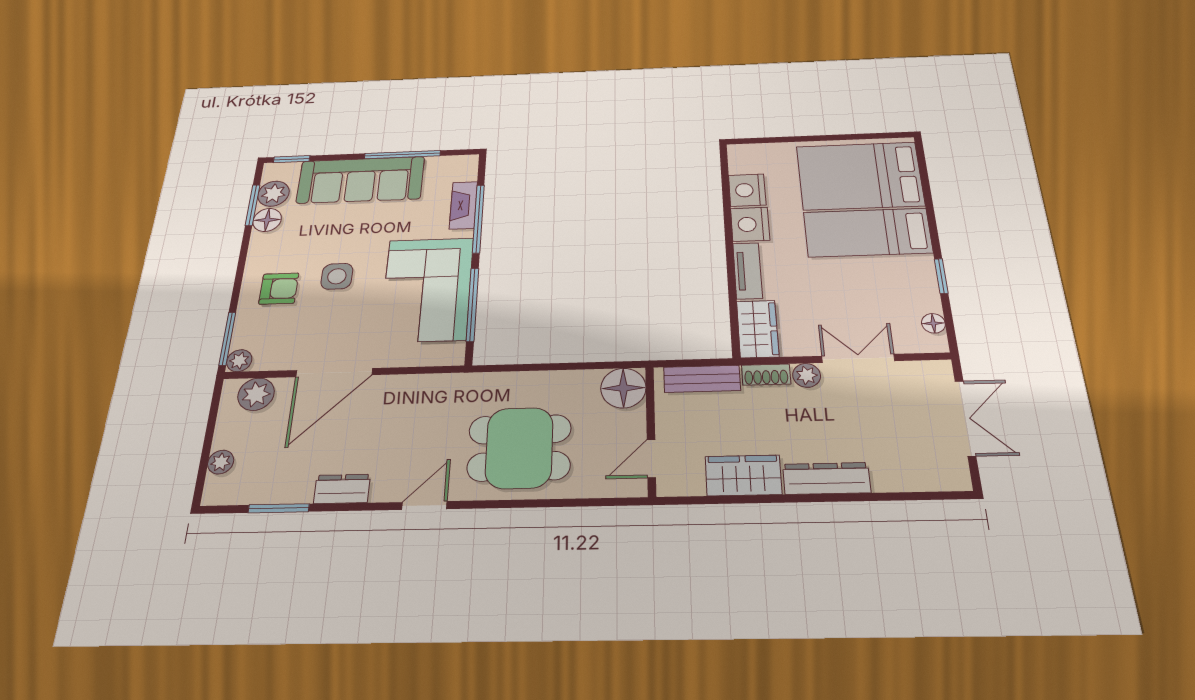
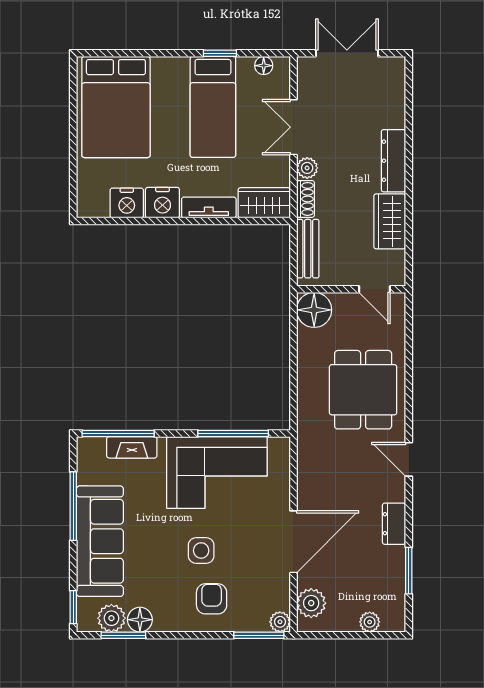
window: (478, 219) -> (118, 433), moved
bed: (868, 232) -> (213, 107), moved
door: (334, 373) -> (293, 542), hinge flipped

